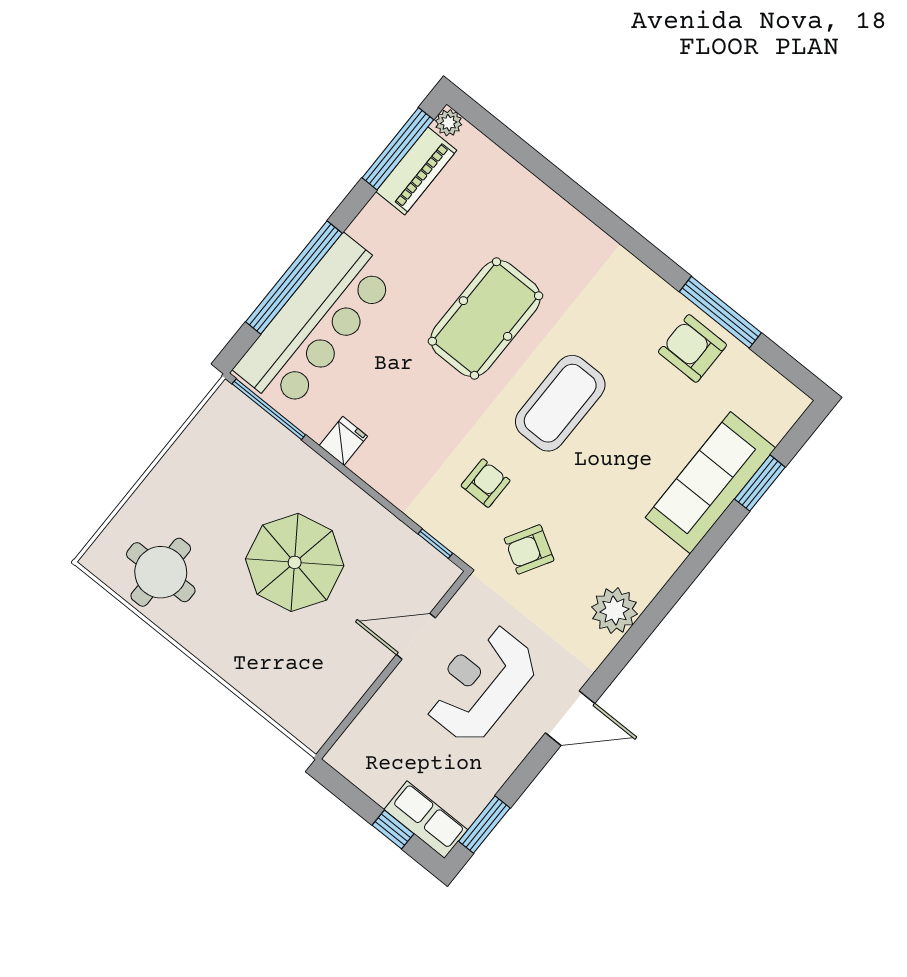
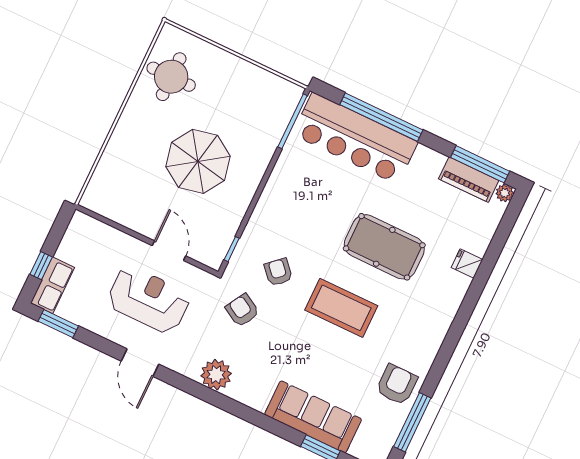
window: (720, 312) -> (412, 422), moved
fridge: (343, 441) -> (467, 263), moved, turned 180
armchair: (486, 483) -> (278, 272), turned -132

